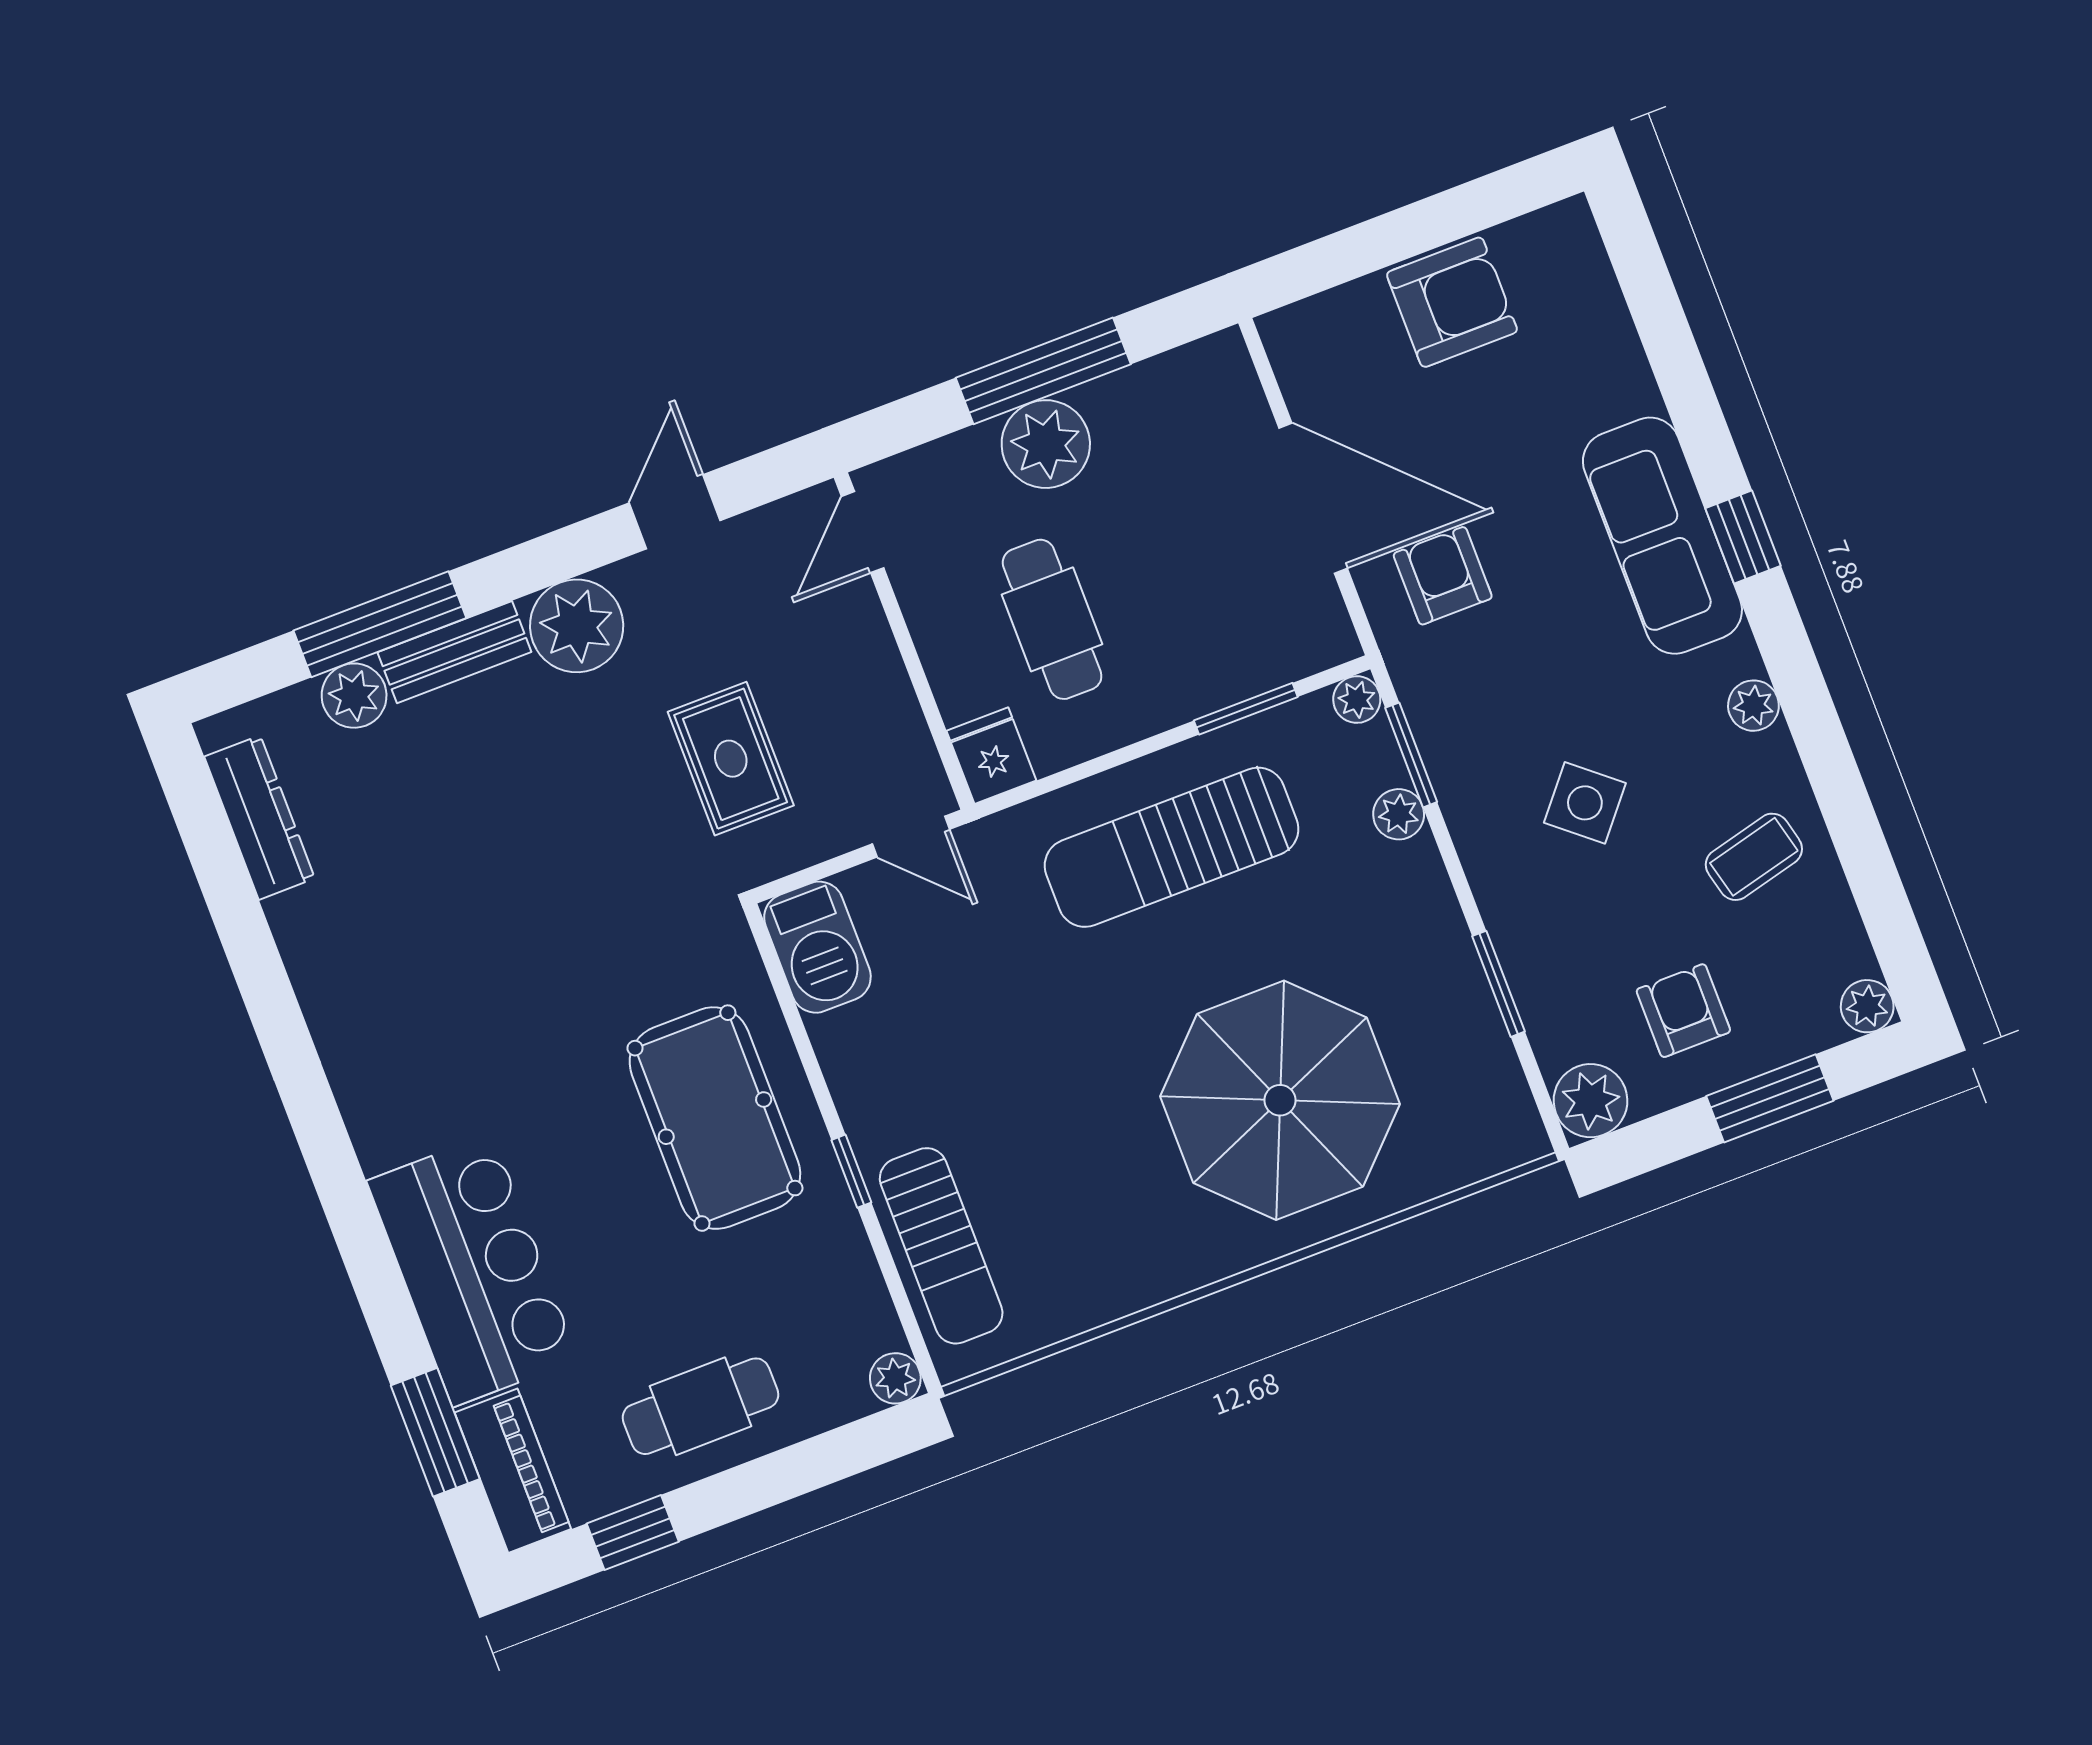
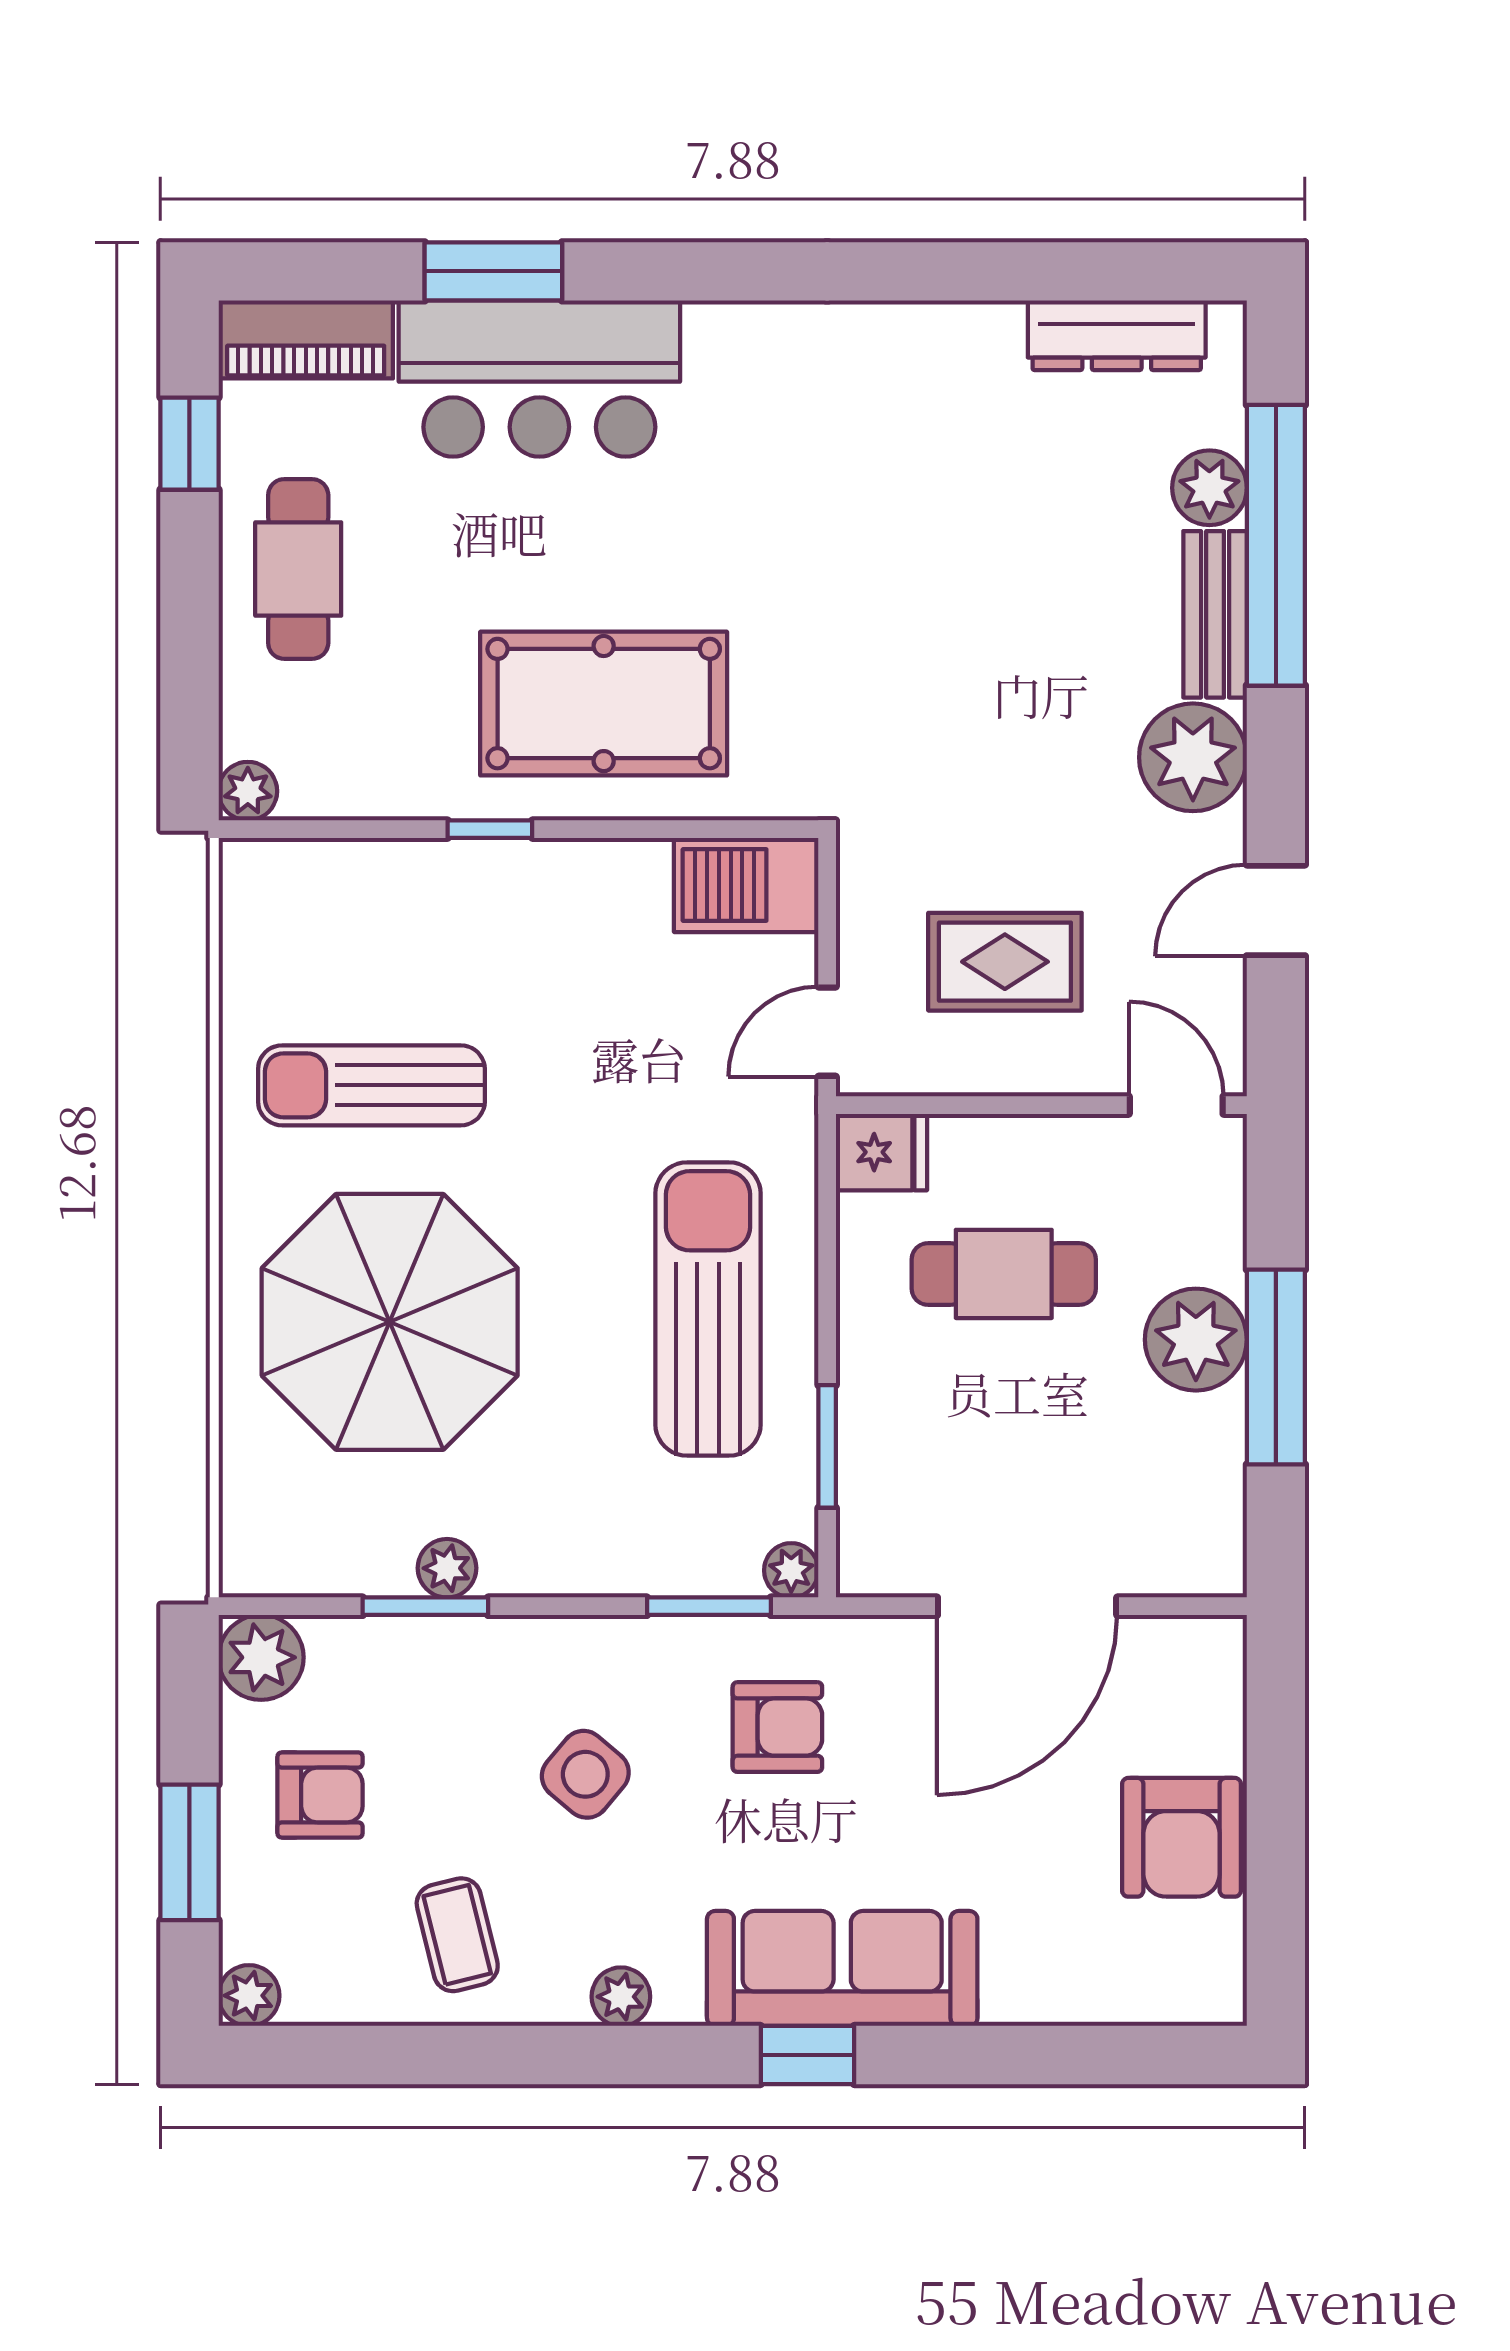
door: (675, 512) -> (1276, 910), swing flipped
armchair: (1443, 576) -> (777, 1727), moved
window: (380, 624) -> (1276, 545), width x1.46
rug: (731, 759) -> (1005, 962), moved
plant: (1399, 814) -> (447, 1568), moved
sun lounger: (941, 1246) -> (371, 1085), moved
window: (435, 1432) -> (493, 271), moved

